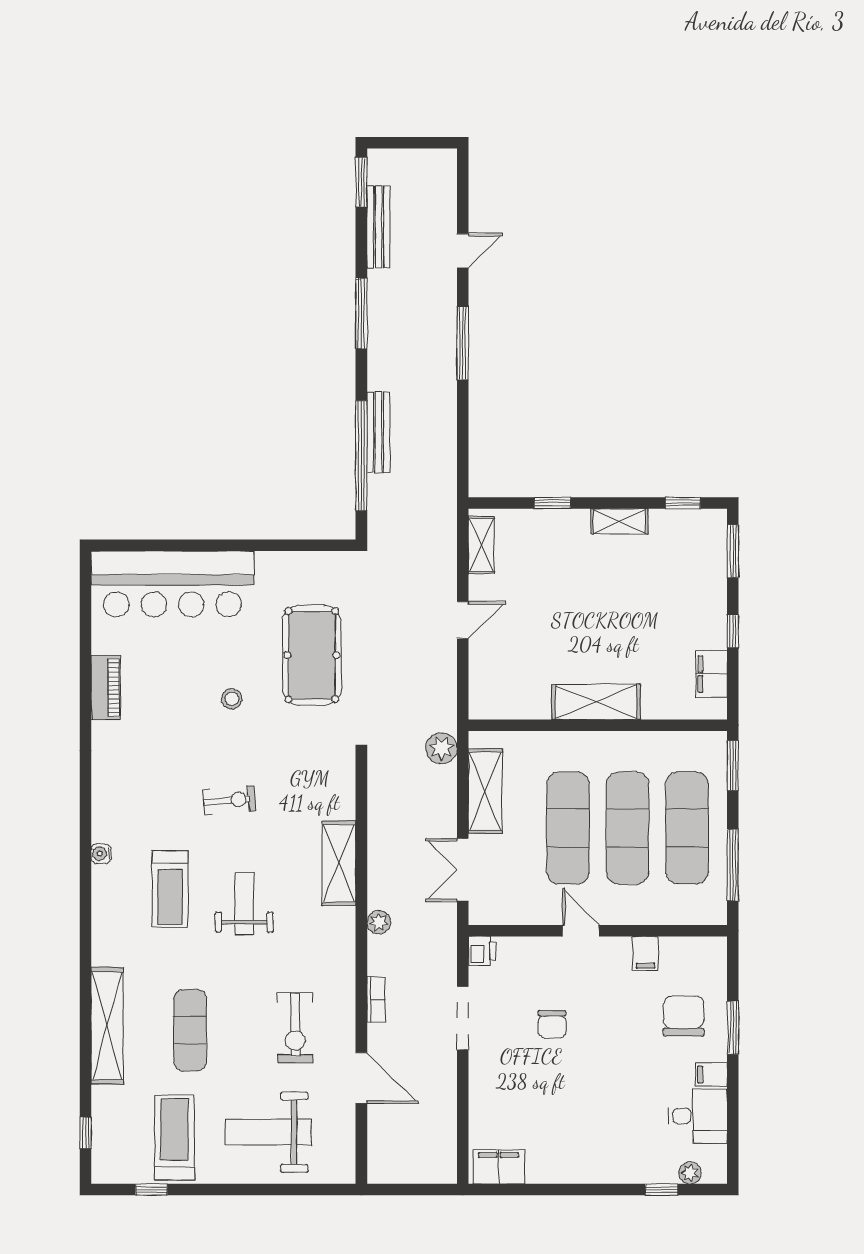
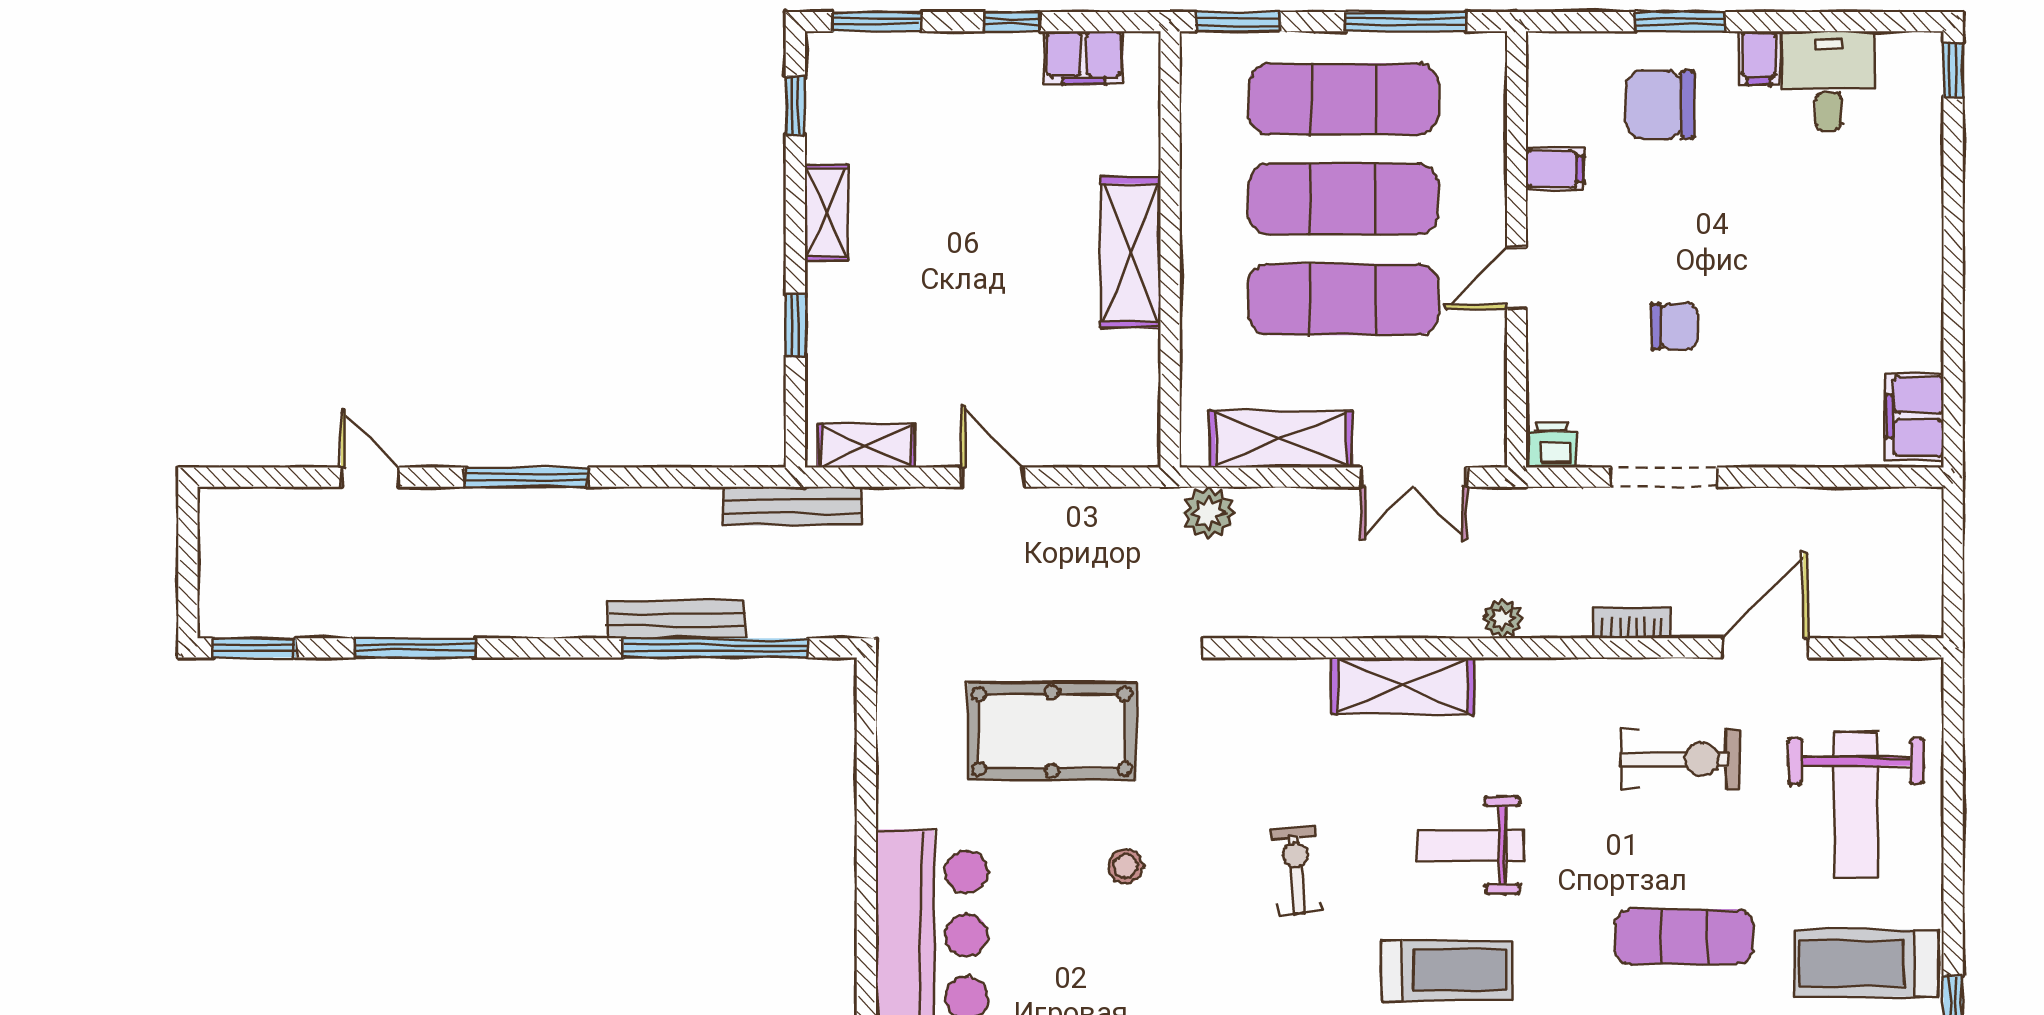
bench: (379, 227) -> (792, 506), moved
window: (361, 314) -> (415, 648), moved
plant: (690, 1173) -> (1925, 94), removed
window: (662, 1190) -> (1953, 70), moved

